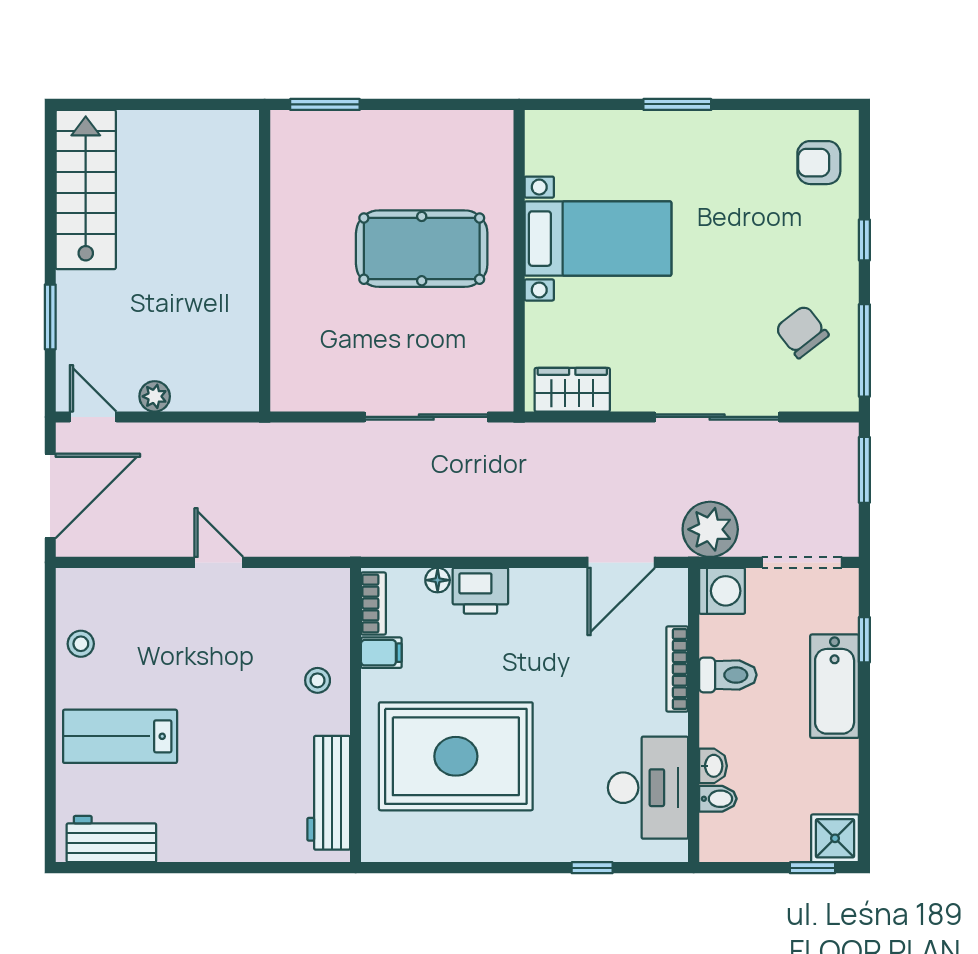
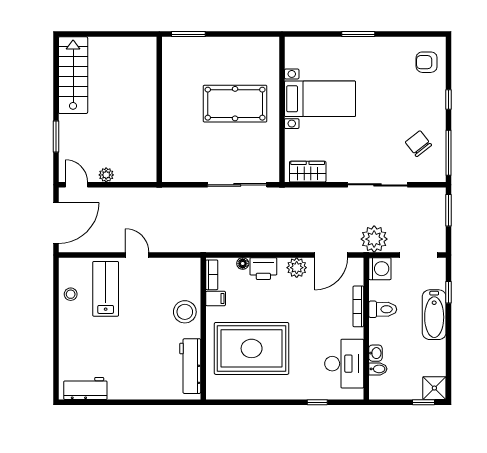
plant: (550, 589) -> (297, 268), added
stool: (318, 680) -> (185, 312), width x1.89, depth x1.89
lab bench: (120, 736) -> (106, 289), moved, turned 90

